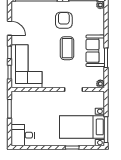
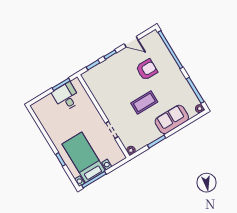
armchair: (64, 20) -> (147, 70), moved
door: (9, 28) -> (131, 42), hinge flipped
sofa: (95, 51) -> (172, 119), moved
corner sofa: (26, 66) -> (107, 77), removed
desk: (23, 135) -> (66, 97), moved

